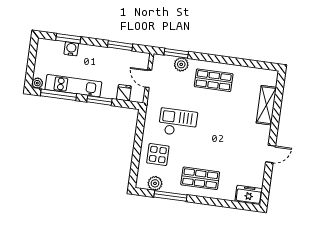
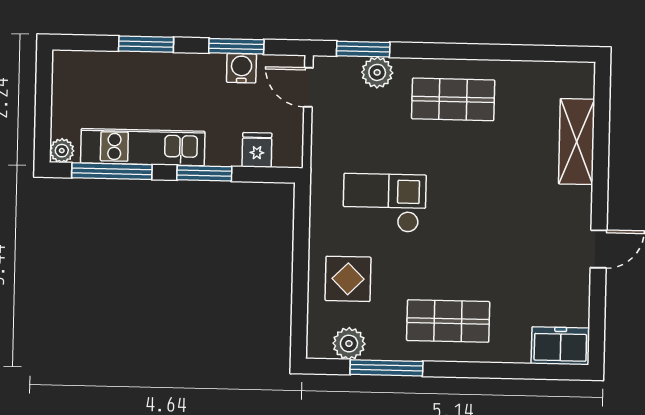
window: (68, 39) -> (146, 44), moved
water cooler: (71, 49) -> (241, 68), moved
door: (148, 79) -> (308, 87), moved

